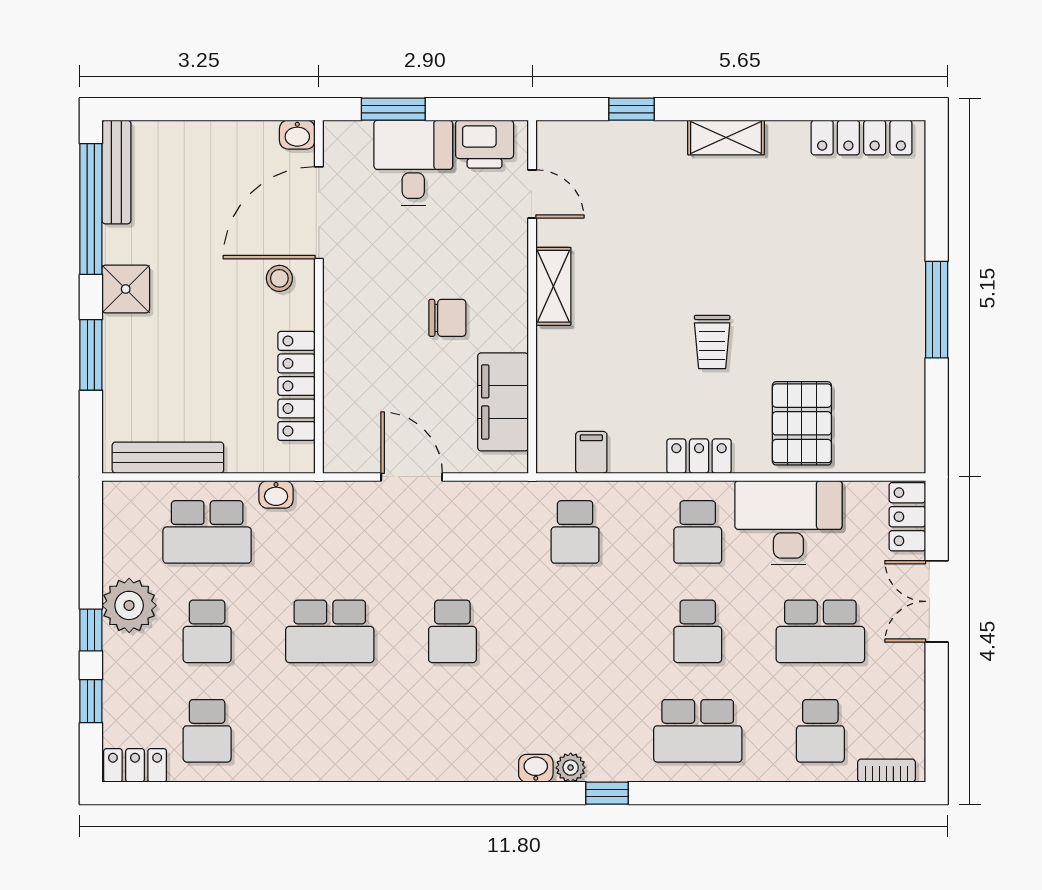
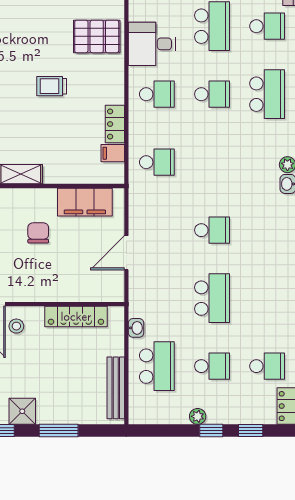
trolley: (712, 342) -> (52, 86), turned 180
locker: (699, 456) -> (115, 124), moved
desk: (788, 523) -> (152, 44), width x0.73
plant: (129, 605) -> (198, 416), width x0.53, depth x0.53

